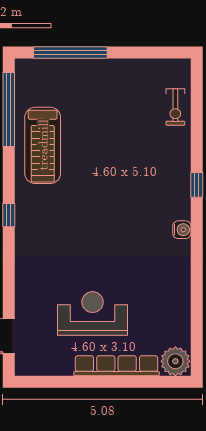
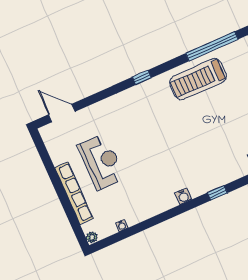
water cooler: (184, 324) -> (122, 226), added
plant: (175, 361) -> (92, 237), width x0.53, depth x0.53

